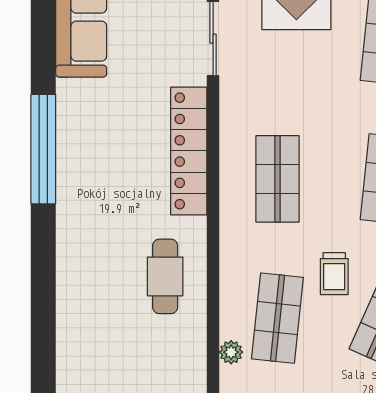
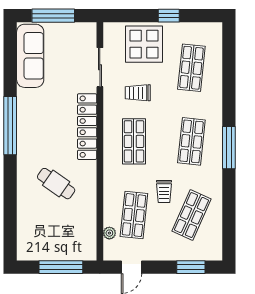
trolley: (284, 87) -> (138, 93), added
cafe table: (165, 276) -> (56, 184), moved, turned -55

